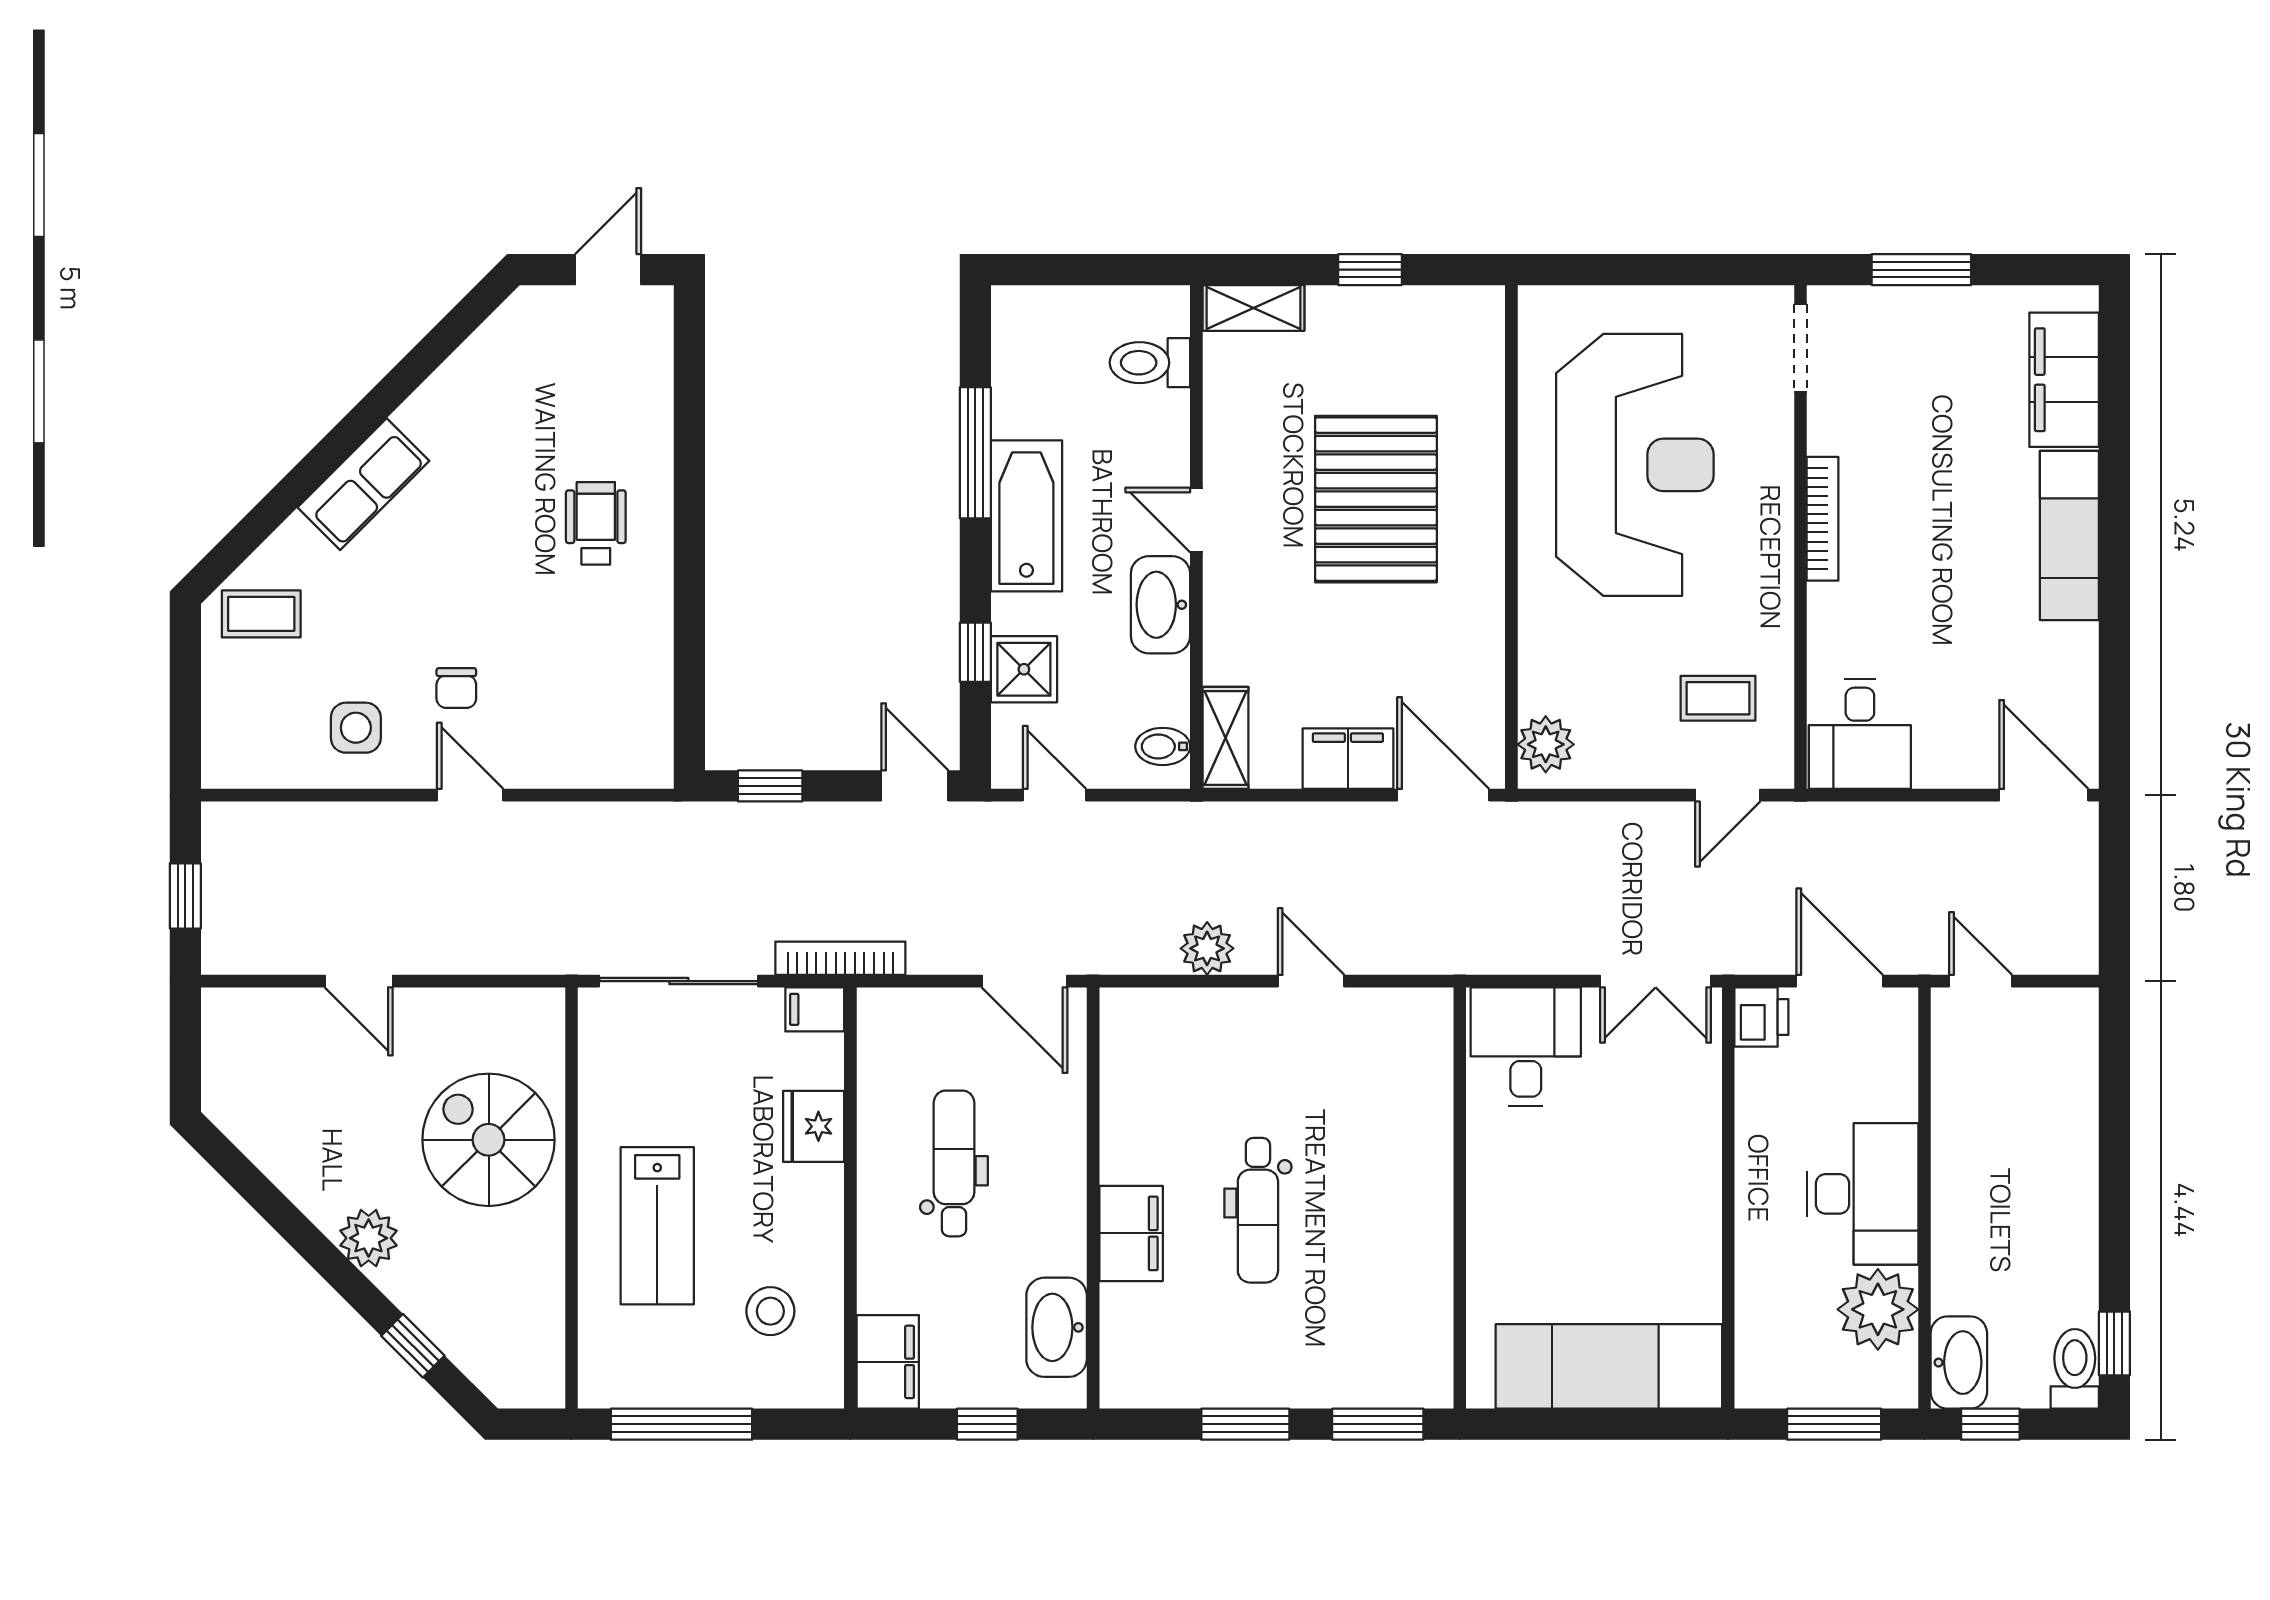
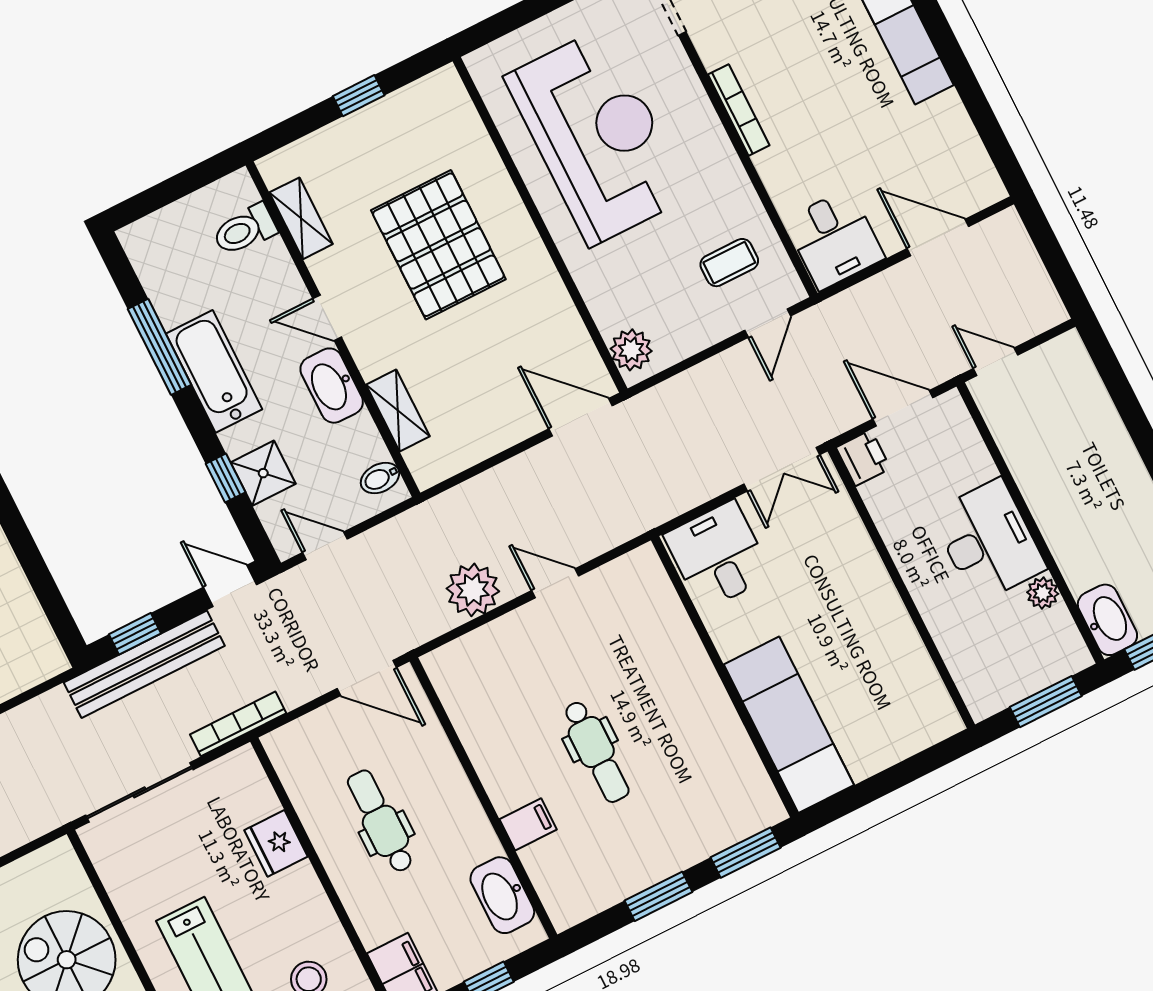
shelving: (1253, 308) -> (301, 218), moved, turned 90
shelving: (1226, 738) -> (398, 411), moved
filing cabinet: (1348, 759) -> (506, 425), removed
door: (2044, 795) -> (938, 238), moved
bench: (763, 828) -> (144, 664), added
plant: (1207, 948) -> (473, 590), width x1.36, depth x1.36
filing cabinet: (815, 1009) -> (238, 766), removed
filing cabinet: (1131, 1233) -> (528, 824), width x0.50
plant: (1878, 1309) -> (1043, 593), width x0.53, depth x0.53
exam couch: (1609, 1366) -> (789, 725), moved, turned 90

